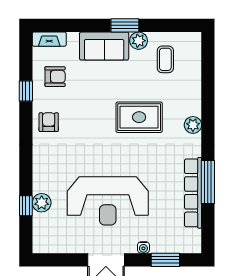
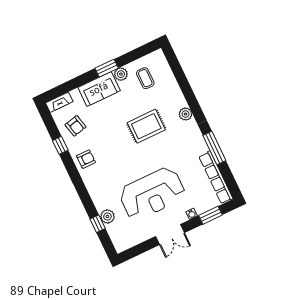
armchair: (55, 77) -> (76, 126), turned 77
armchair: (49, 122) -> (86, 159), turned 90
row of seats: (193, 193) -> (216, 177), moved

